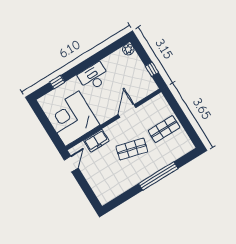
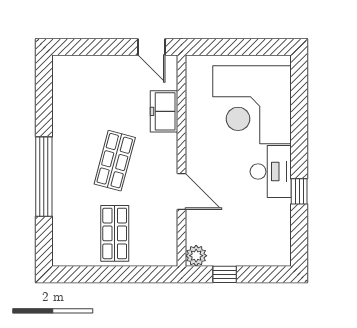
plant: (128, 49) -> (196, 256), moved
window: (57, 82) -> (299, 191), moved
corner desk: (72, 119) -> (252, 105), moved, turned 180

